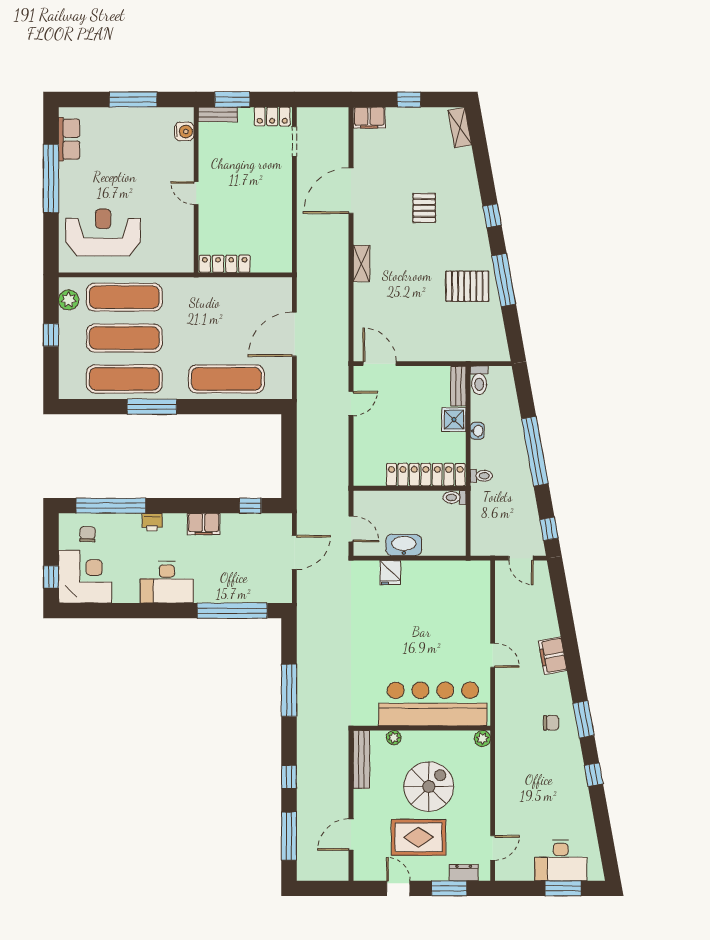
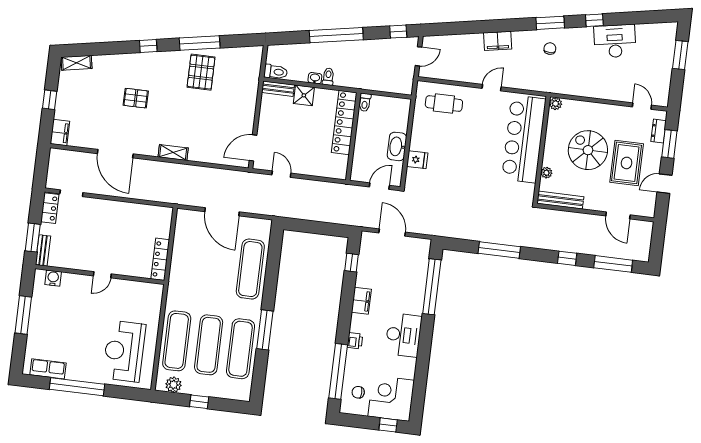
toilet: (481, 476) -> (328, 77), moved
cafe table: (465, 598) -> (444, 104), added
desk: (561, 860) -> (615, 41), moved, turned -100

